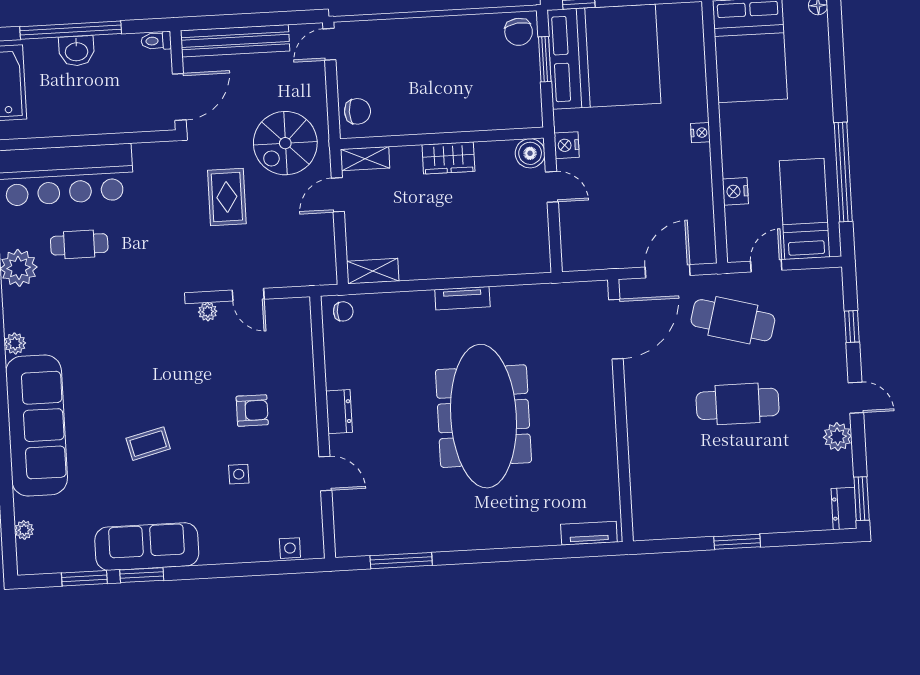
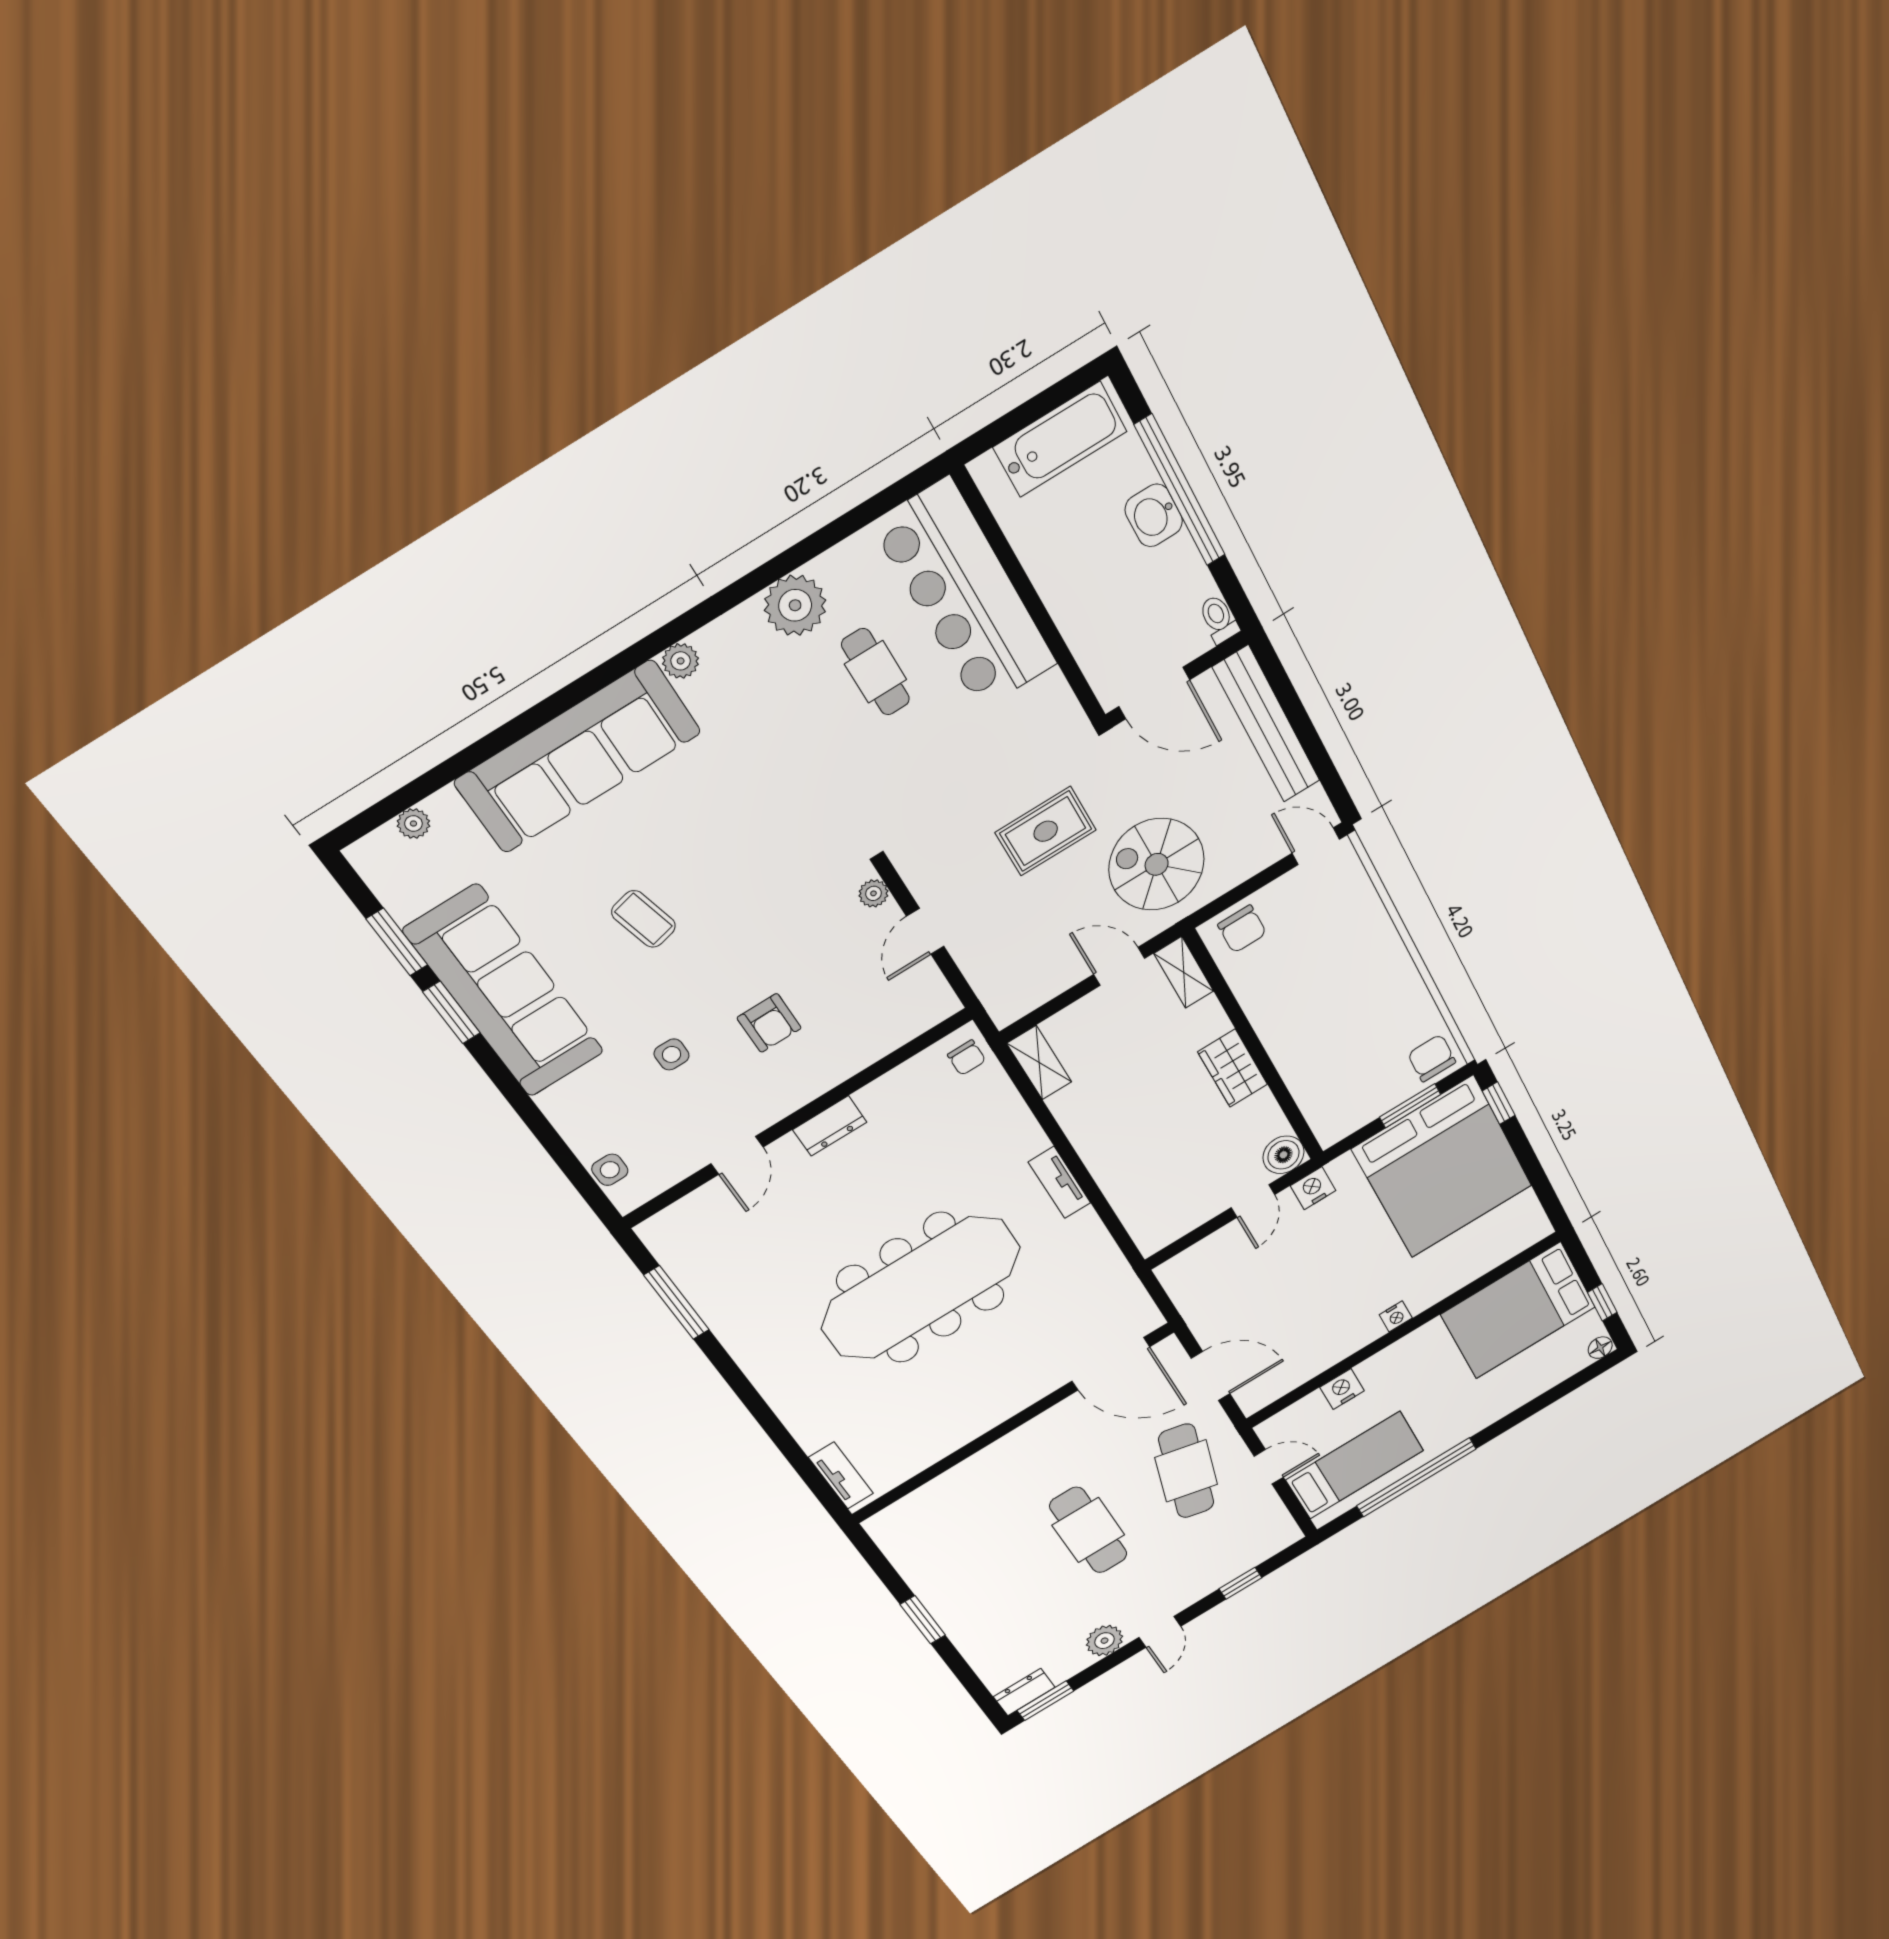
chair: (519, 32) -> (1432, 1058), turned 96
sofa: (147, 547) -> (504, 992), width x1.36, depth x1.27

